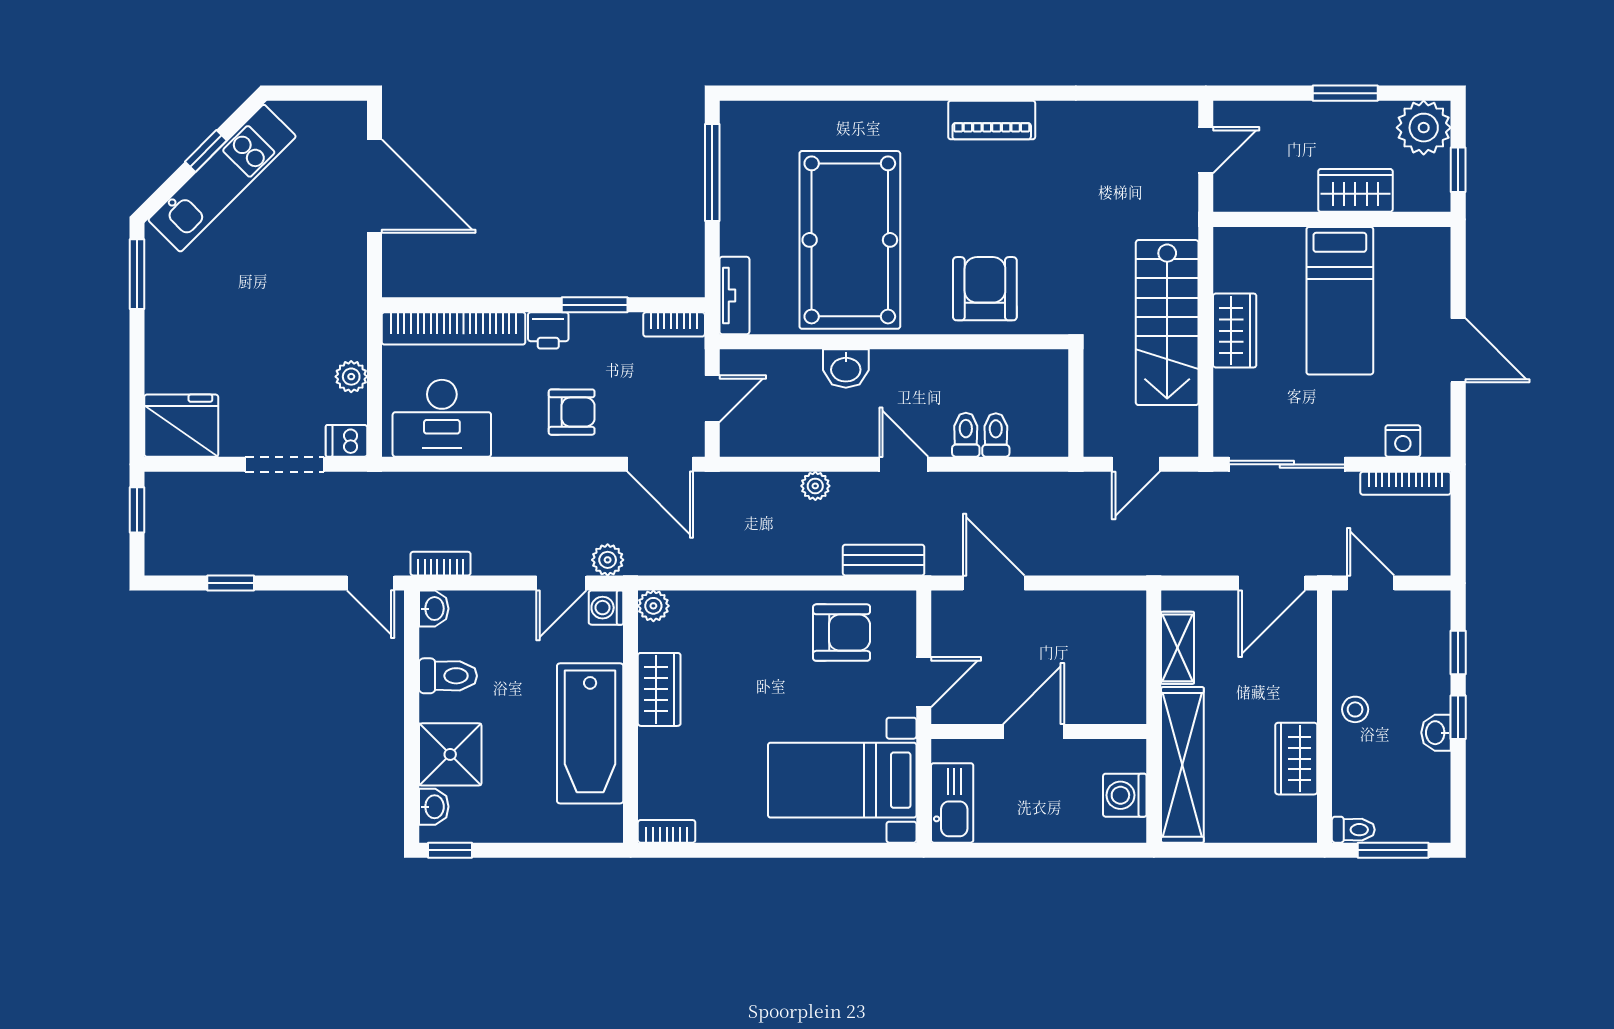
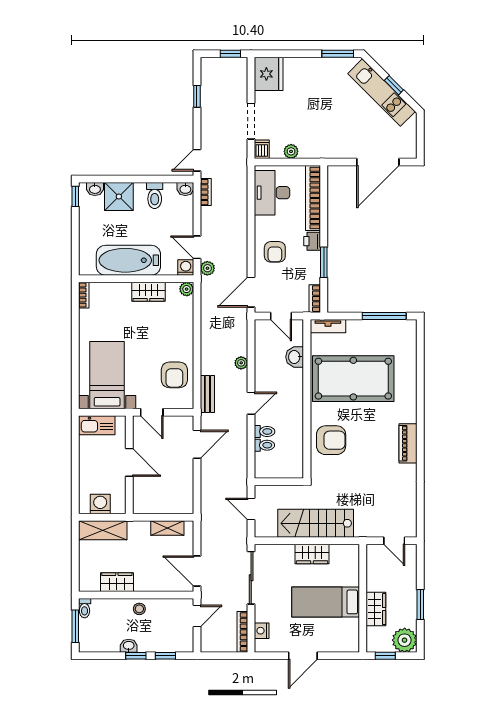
washbasin: (846, 369) -> (295, 357), moved
shelving: (1182, 765) -> (103, 530), width x0.68

